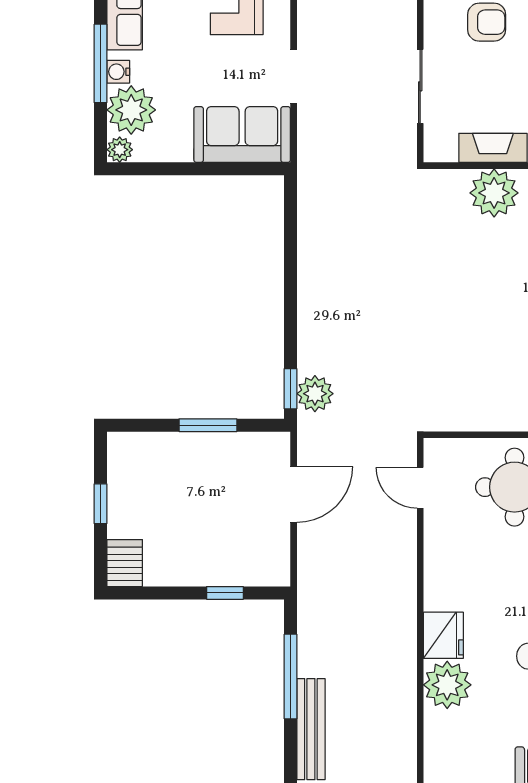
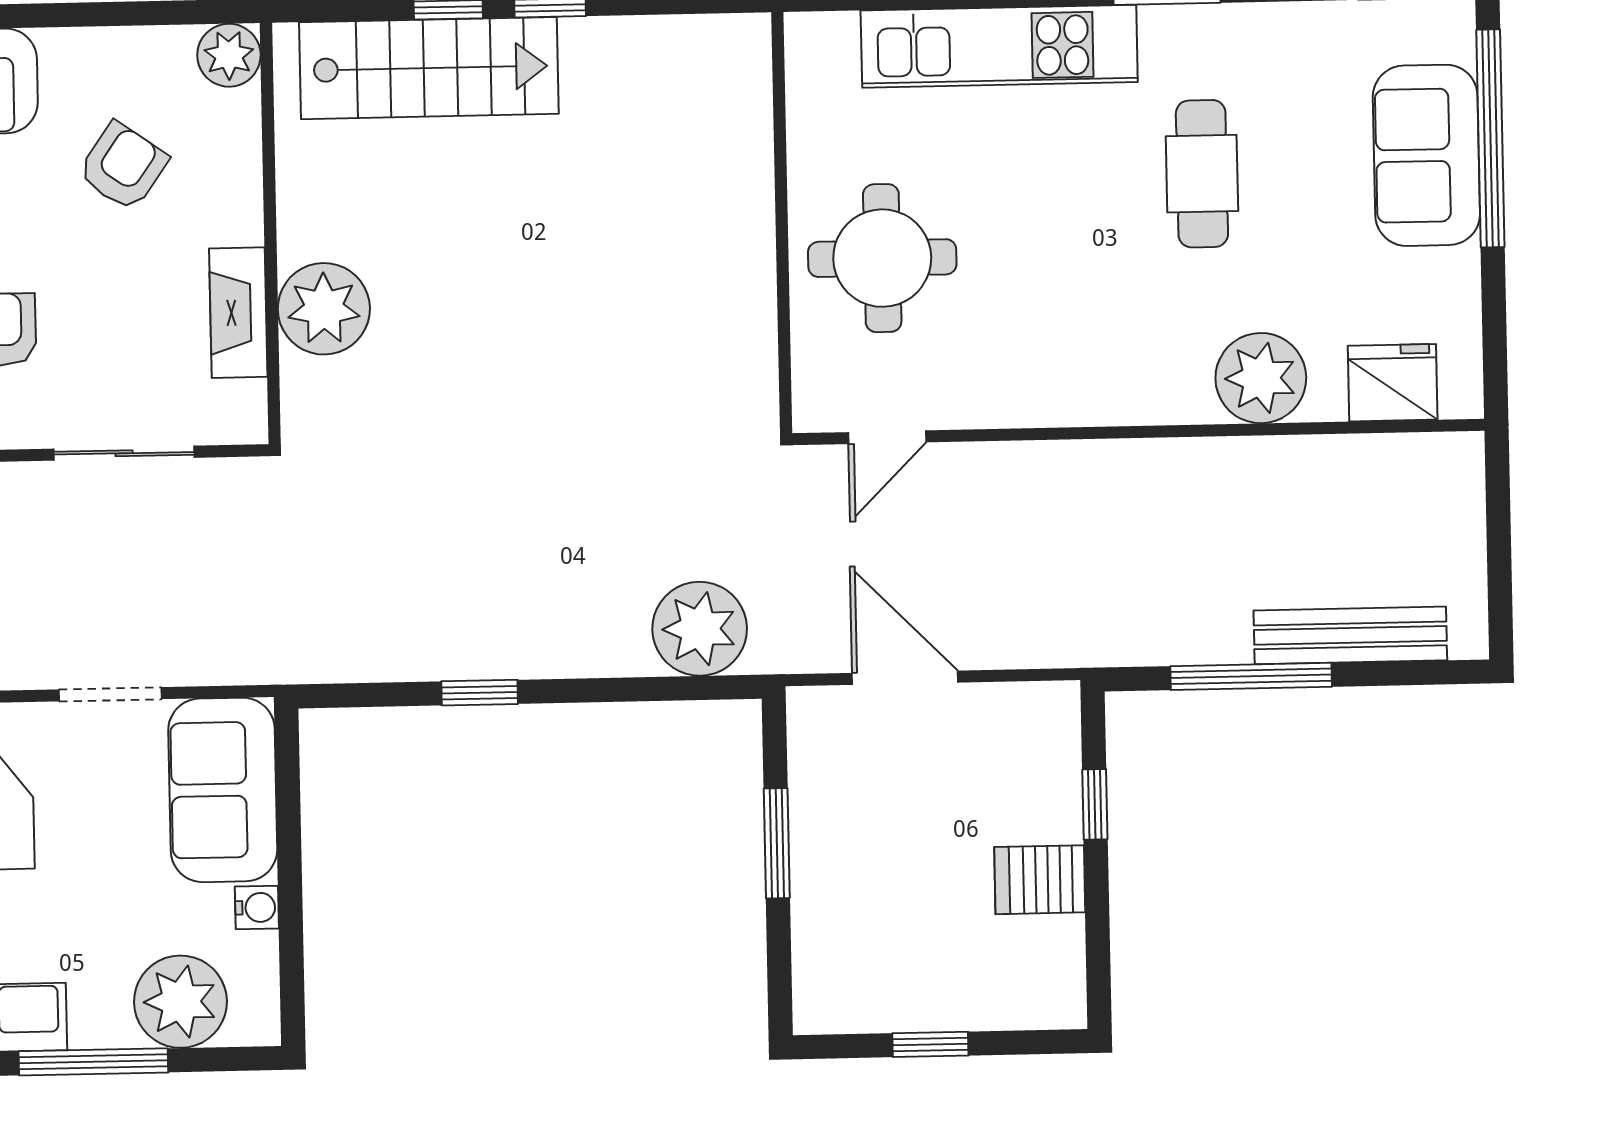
water cooler: (118, 72) -> (257, 907), moved, turned -90
plant: (120, 150) -> (256, 1022), removed
window: (290, 389) -> (480, 693), moved
plant: (315, 394) -> (700, 629), width x1.36, depth x1.36
server rack: (125, 563) -> (1040, 880), moved
fridge: (443, 635) -> (1393, 383), moved

